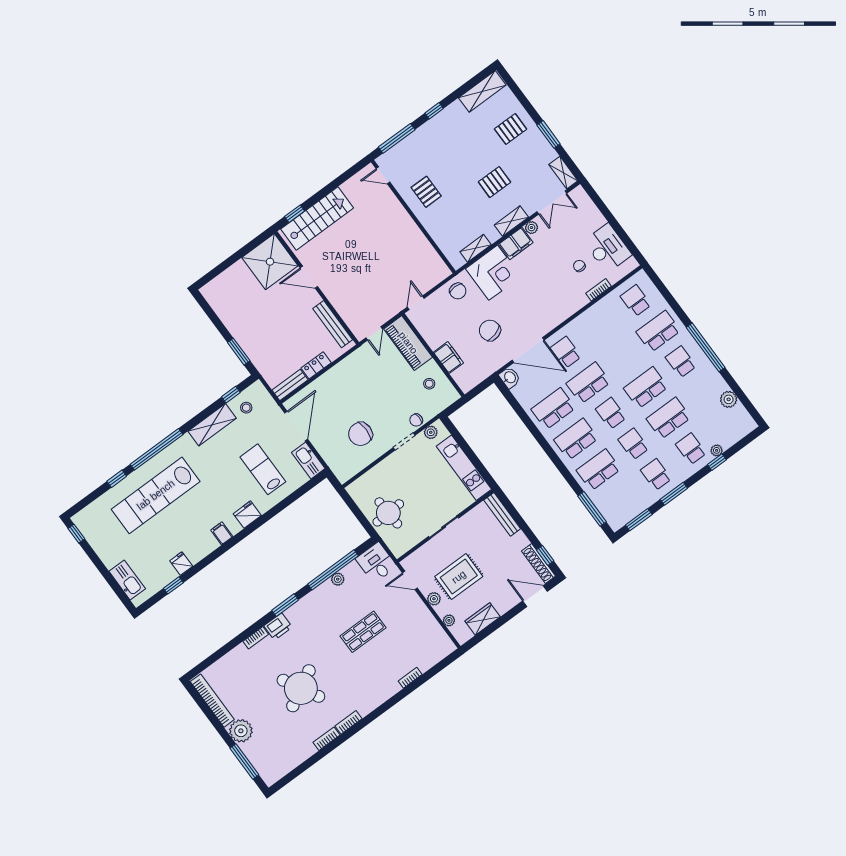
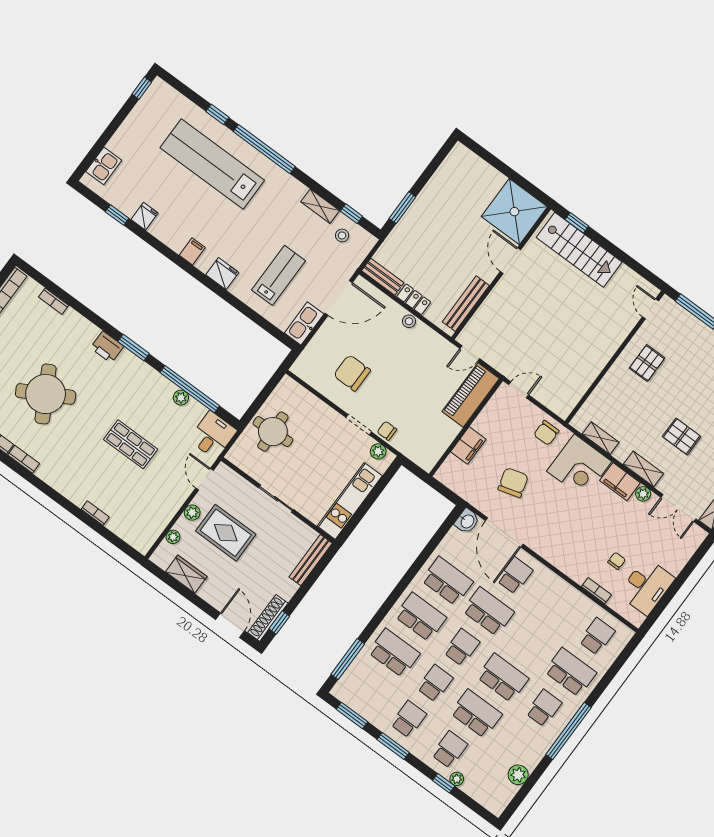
stool: (429, 384) -> (409, 321), moved
shelving: (212, 425) -> (320, 206), width x0.67, depth x0.75
kitchen sink: (127, 580) -> (104, 166), width x0.73
bookcase: (256, 638) -> (54, 301), moved

